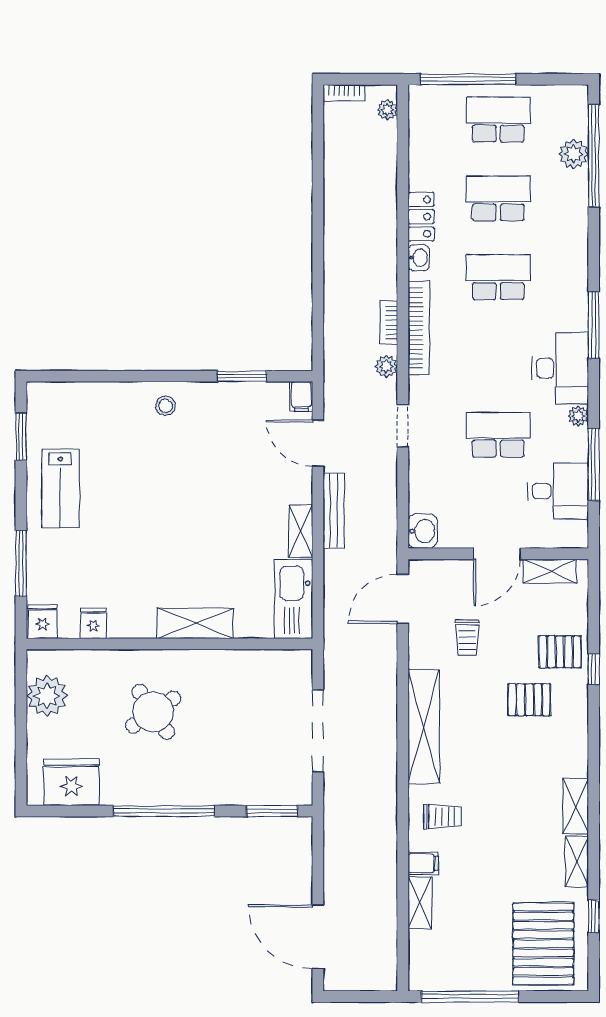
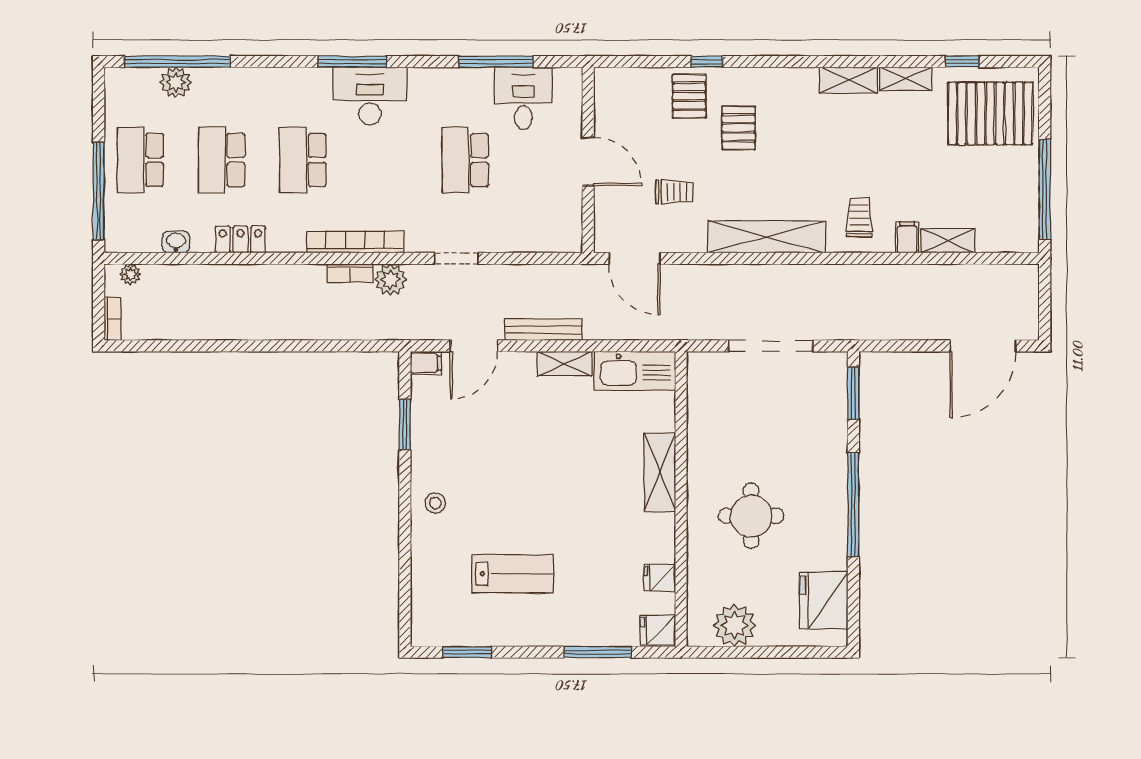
washbasin: (419, 258) -> (176, 242), moved
plant: (386, 366) -> (390, 280), width x1.38, depth x1.38
desk: (560, 368) -> (370, 96), moved
plant: (578, 416) -> (446, 77), removed
lab bench: (60, 489) -> (513, 574), moved
washbasin: (423, 531) -> (565, 238), removed
shelving: (550, 571) -> (606, 107), removed
round table: (153, 712) -> (751, 516), turned 34

